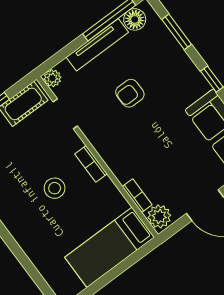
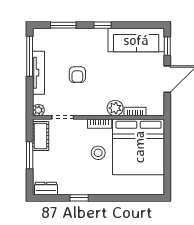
floor lamp: (135, 19) -> (40, 43), removed
plant: (159, 216) -> (115, 108), moved
bed: (110, 247) -> (139, 147), width x2.04

